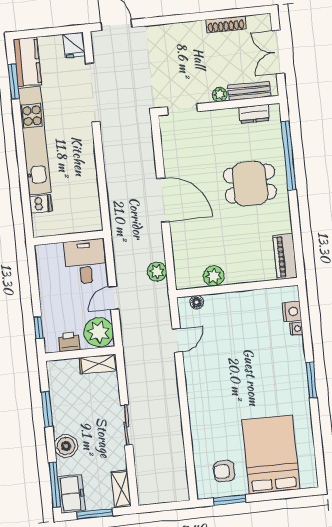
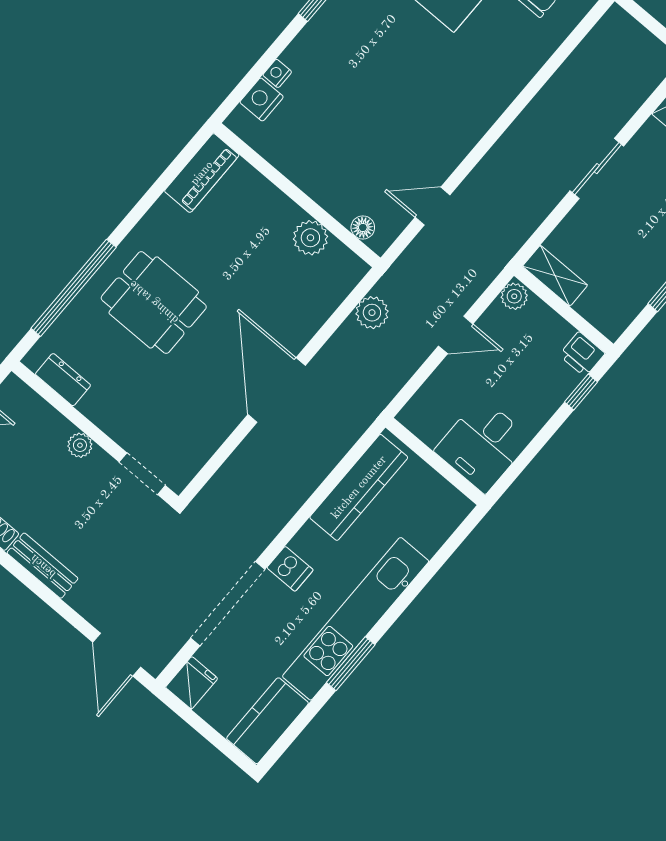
window: (14, 81) -> (351, 664), moved
bench: (249, 91) -> (43, 566), moved
kitchen counter: (89, 195) -> (359, 487), added
dishwasher: (41, 204) -> (290, 569), moved, turned 180
desk: (85, 262) -> (483, 445), moved
plant: (99, 332) -> (514, 296), width x0.53, depth x0.53
printer: (69, 342) -> (582, 354), moved

